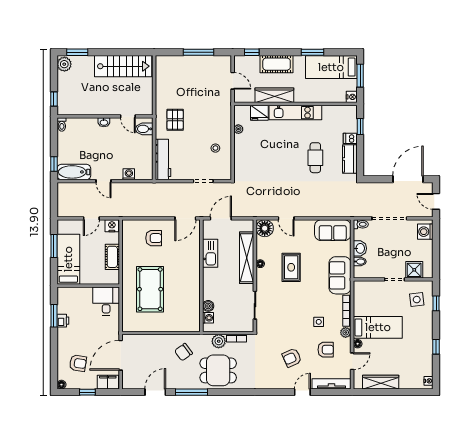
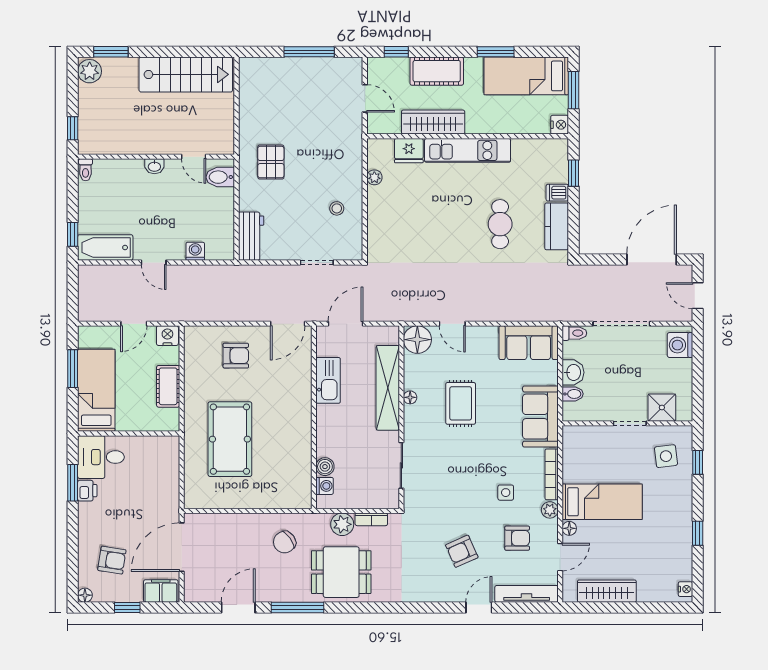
workbench: (163, 159) -> (251, 236), width x0.73
desk: (106, 301) -> (101, 457), moved, turned -90

